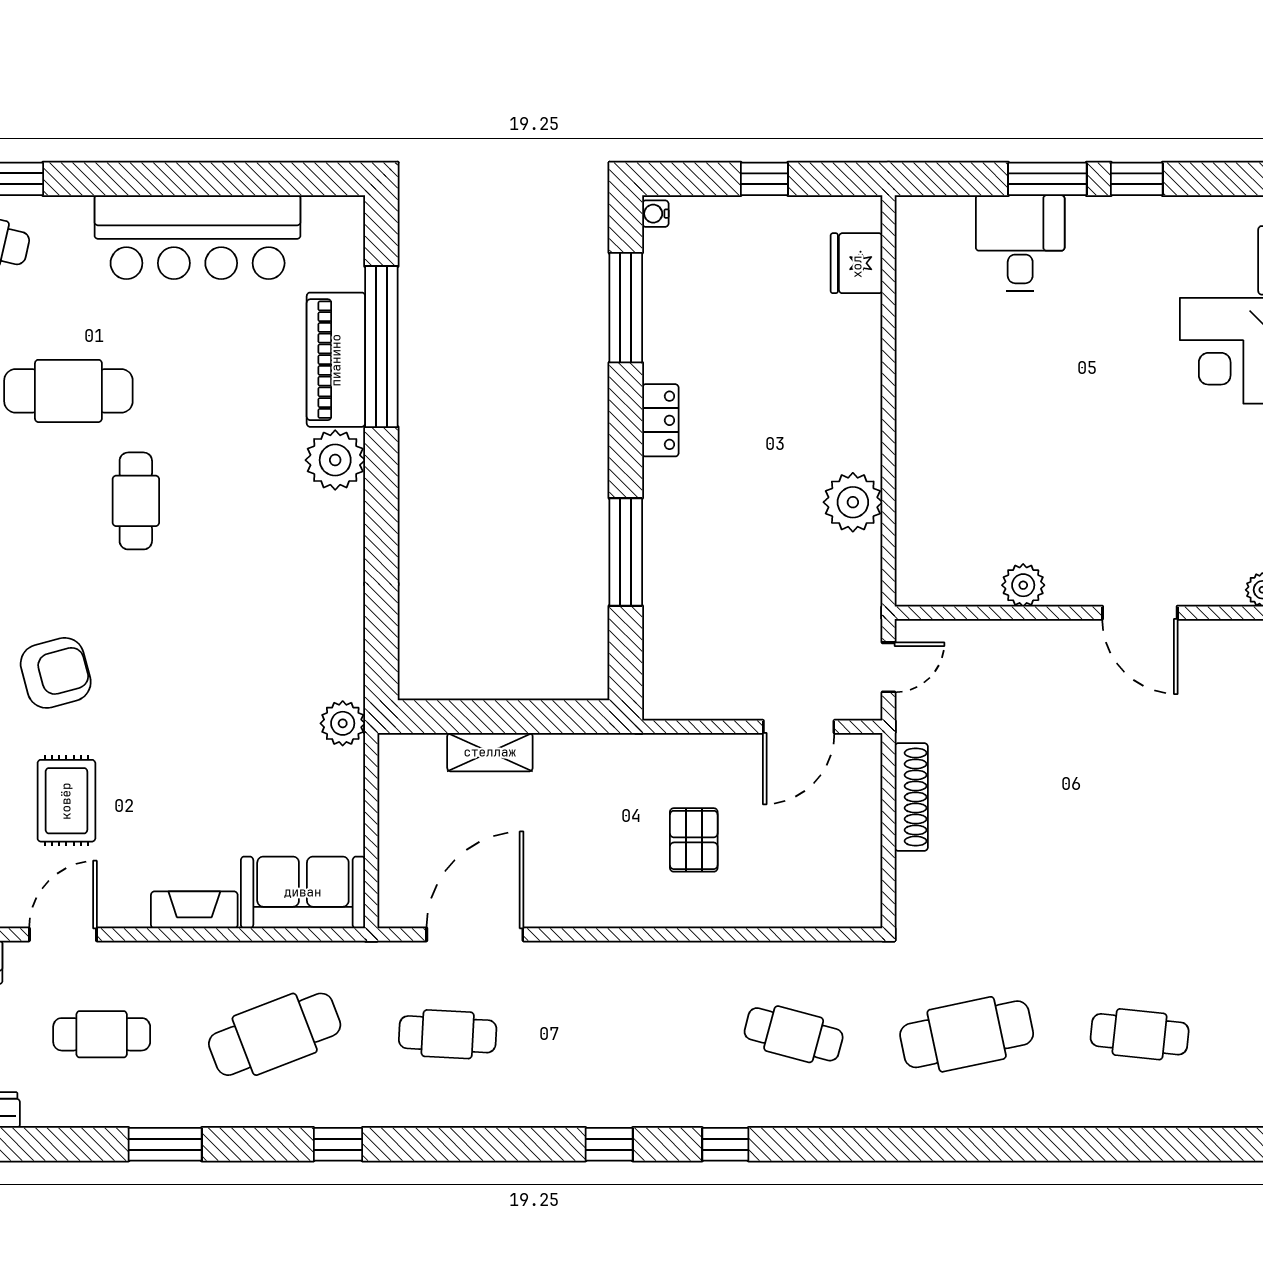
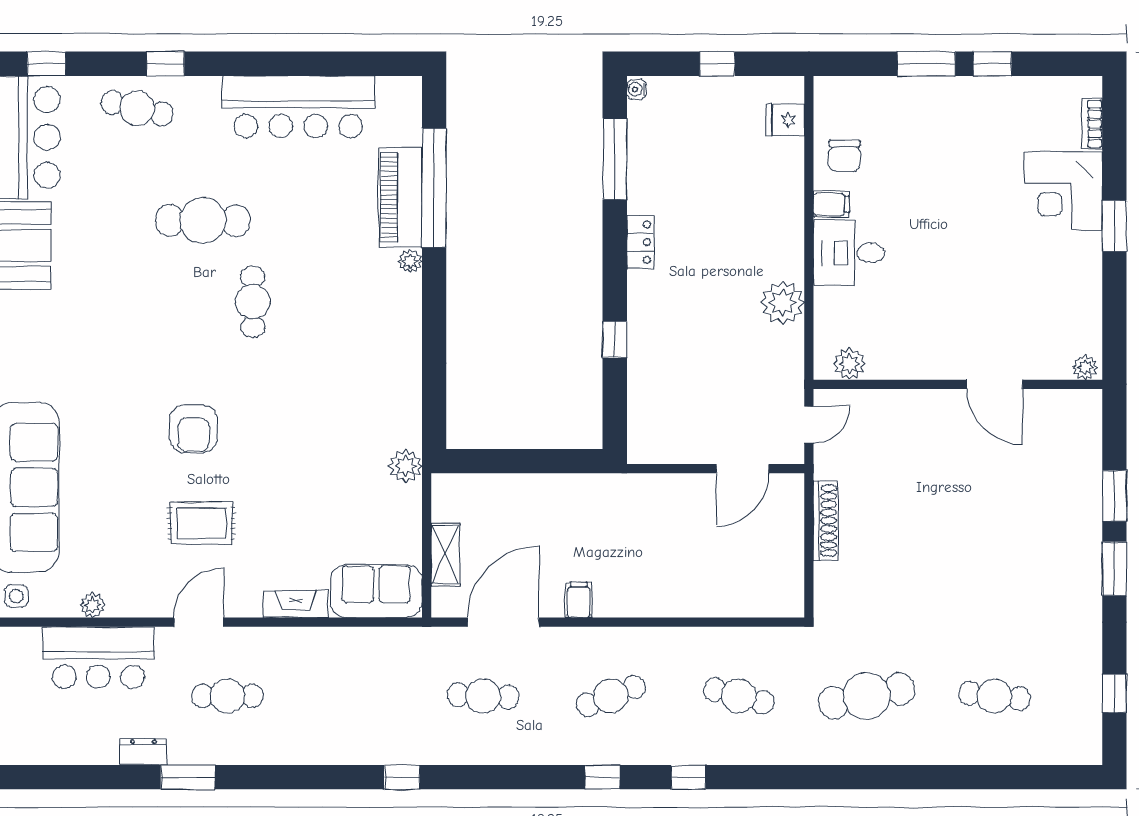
desk: (1020, 243) -> (849, 253), moved, turned -90
fridge: (857, 263) -> (785, 120), width x0.72
chair: (937, 304) -> (845, 156), added
filing cabinet: (919, 369) -> (831, 204), added
plant: (335, 460) -> (410, 261), width x0.53, depth x0.53
window: (626, 552) -> (615, 339), width x0.46
plant: (1023, 585) -> (850, 364), moved
armchair: (56, 673) -> (193, 429), turned 105
shelving: (490, 752) -> (445, 554), moved, turned 90
rug: (66, 801) -> (201, 523), turned 90
pallet: (694, 840) -> (665, 552), removed
filing cabinet: (577, 904) -> (579, 600), added
cafe table: (275, 1034) -> (611, 696), moved, width x0.73, depth x0.74
window: (165, 1144) -> (188, 777), moved

